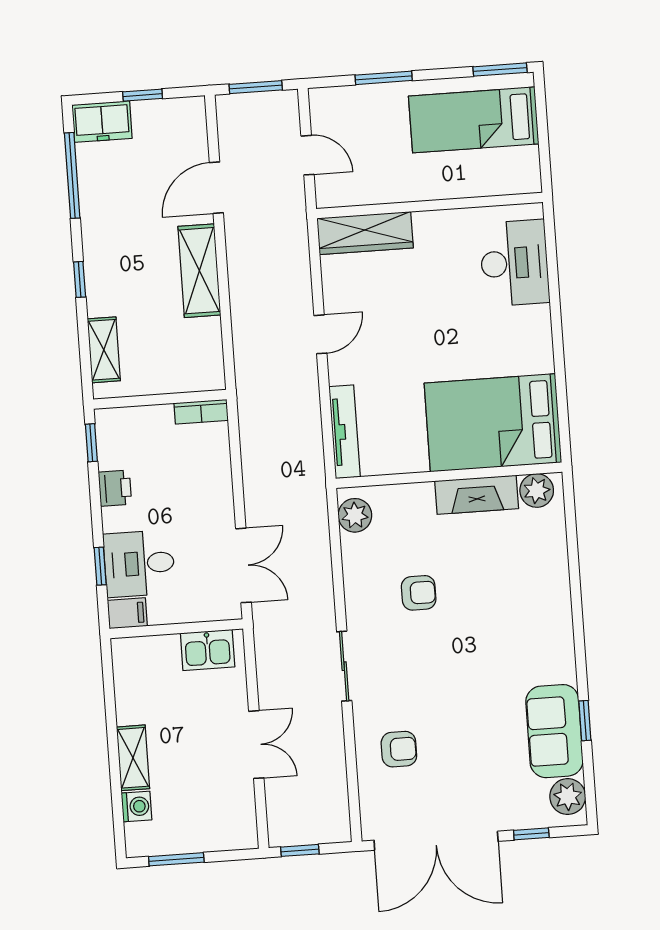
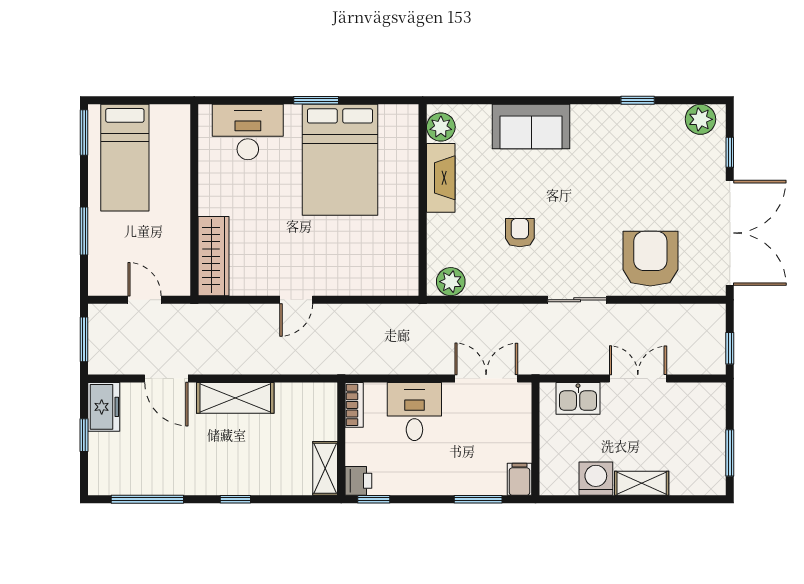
freezer: (102, 122) -> (104, 407), moved
door: (308, 155) -> (145, 300), hinge flipped
door: (320, 334) -> (296, 300), swing flipped
window: (558, 341) -> (316, 100), added
shelving: (104, 350) -> (325, 468), moved, turned 90
bed: (493, 423) -> (340, 160), moved
tv unit: (345, 432) -> (380, 285), removed
printer: (115, 488) -> (358, 481), moved, turned 90
desk: (139, 564) -> (414, 412), moved, turned 180
window: (100, 566) -> (478, 499), width x1.50
kitchen sink: (208, 650) -> (578, 398), moved, turned 90
sofa: (554, 731) -> (531, 127), moved
armchair: (399, 749) -> (650, 259), width x1.88, depth x1.88
washing machine: (137, 806) -> (596, 479), moved, width x1.38, depth x1.38

